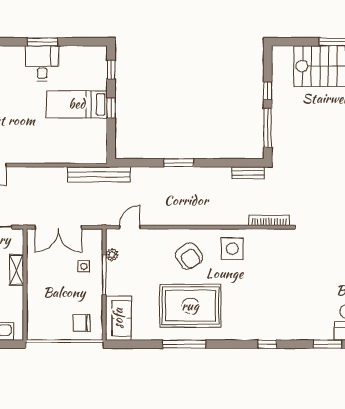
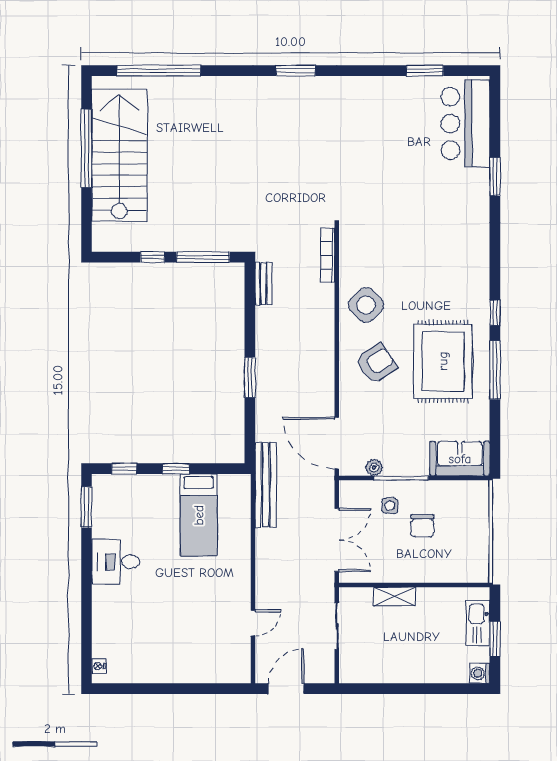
window: (42, 42) -> (87, 507), moved
bed: (77, 104) -> (199, 515), moved
door: (130, 227) -> (337, 443), width x1.88
side table: (232, 249) -> (366, 305), turned 45
chair: (82, 323) -> (422, 526), moved
window: (267, 344) -> (495, 313), moved

